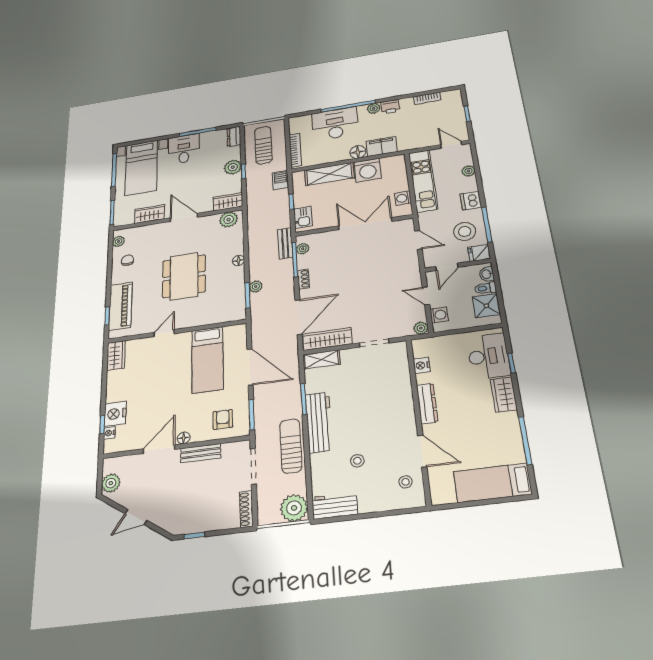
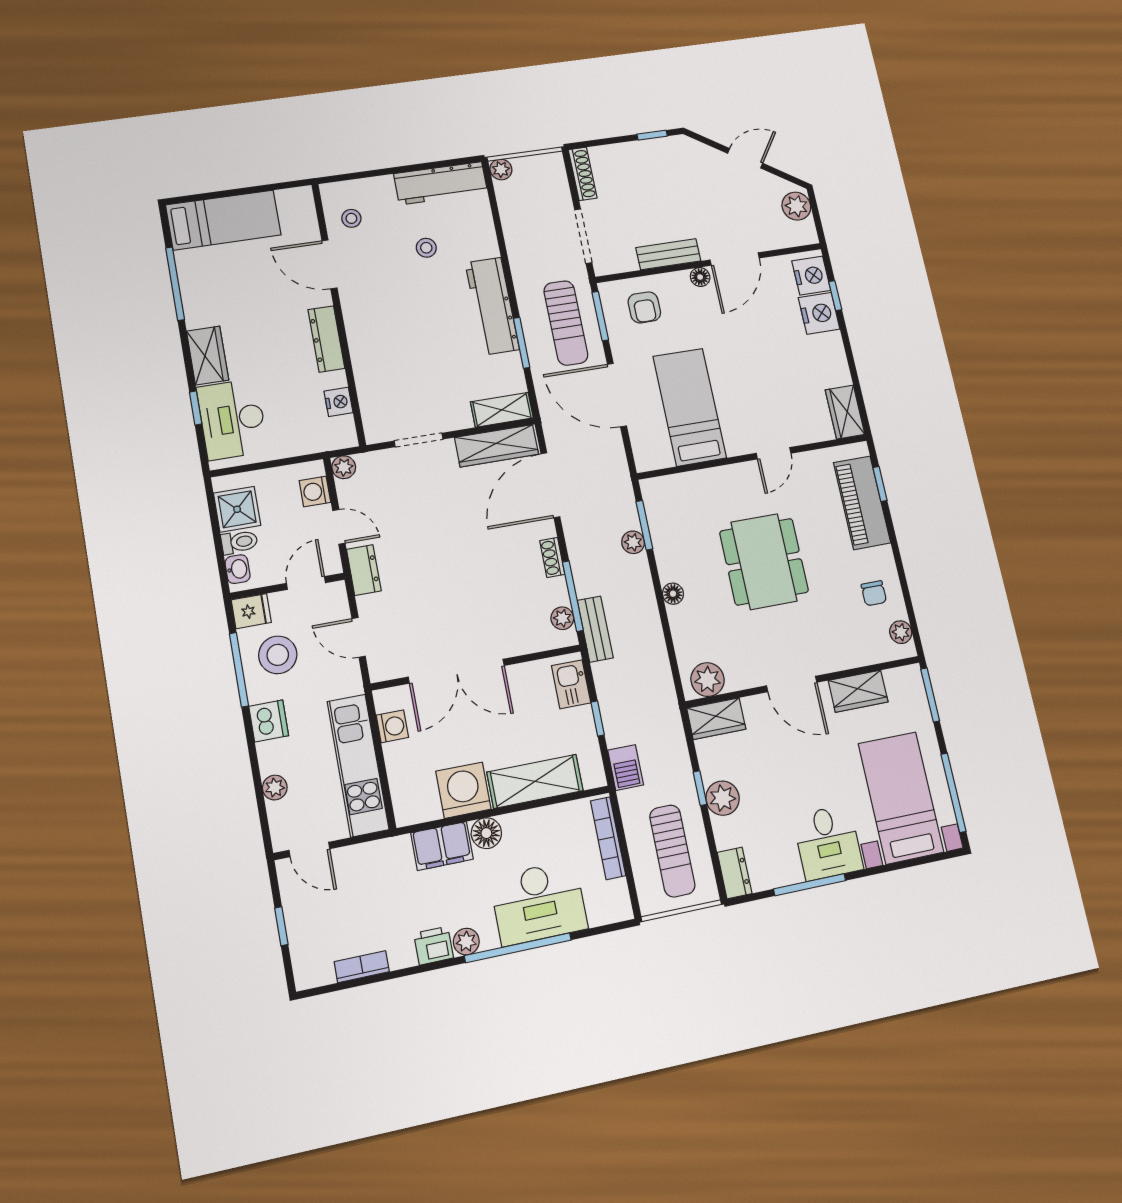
dresser: (413, 273) -> (364, 570), added
nightstand: (109, 433) -> (811, 276), width x1.89, depth x1.79
sun lounger: (291, 446) -> (566, 323), moved
workbench: (335, 506) -> (441, 183), width x1.38
plant: (294, 508) -> (501, 169), width x0.53, depth x0.53

